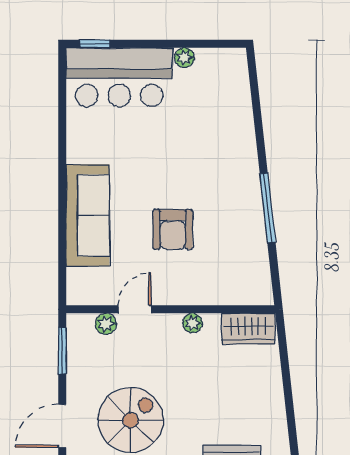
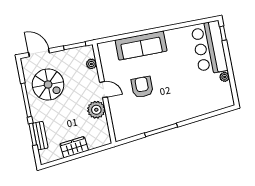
armchair: (173, 229) -> (142, 87), turned 90
door: (135, 309) -> (103, 90), moved
plant: (192, 323) -> (96, 110), width x1.88, depth x1.88
wardrobe: (248, 329) -> (74, 147), moved, turned 84

